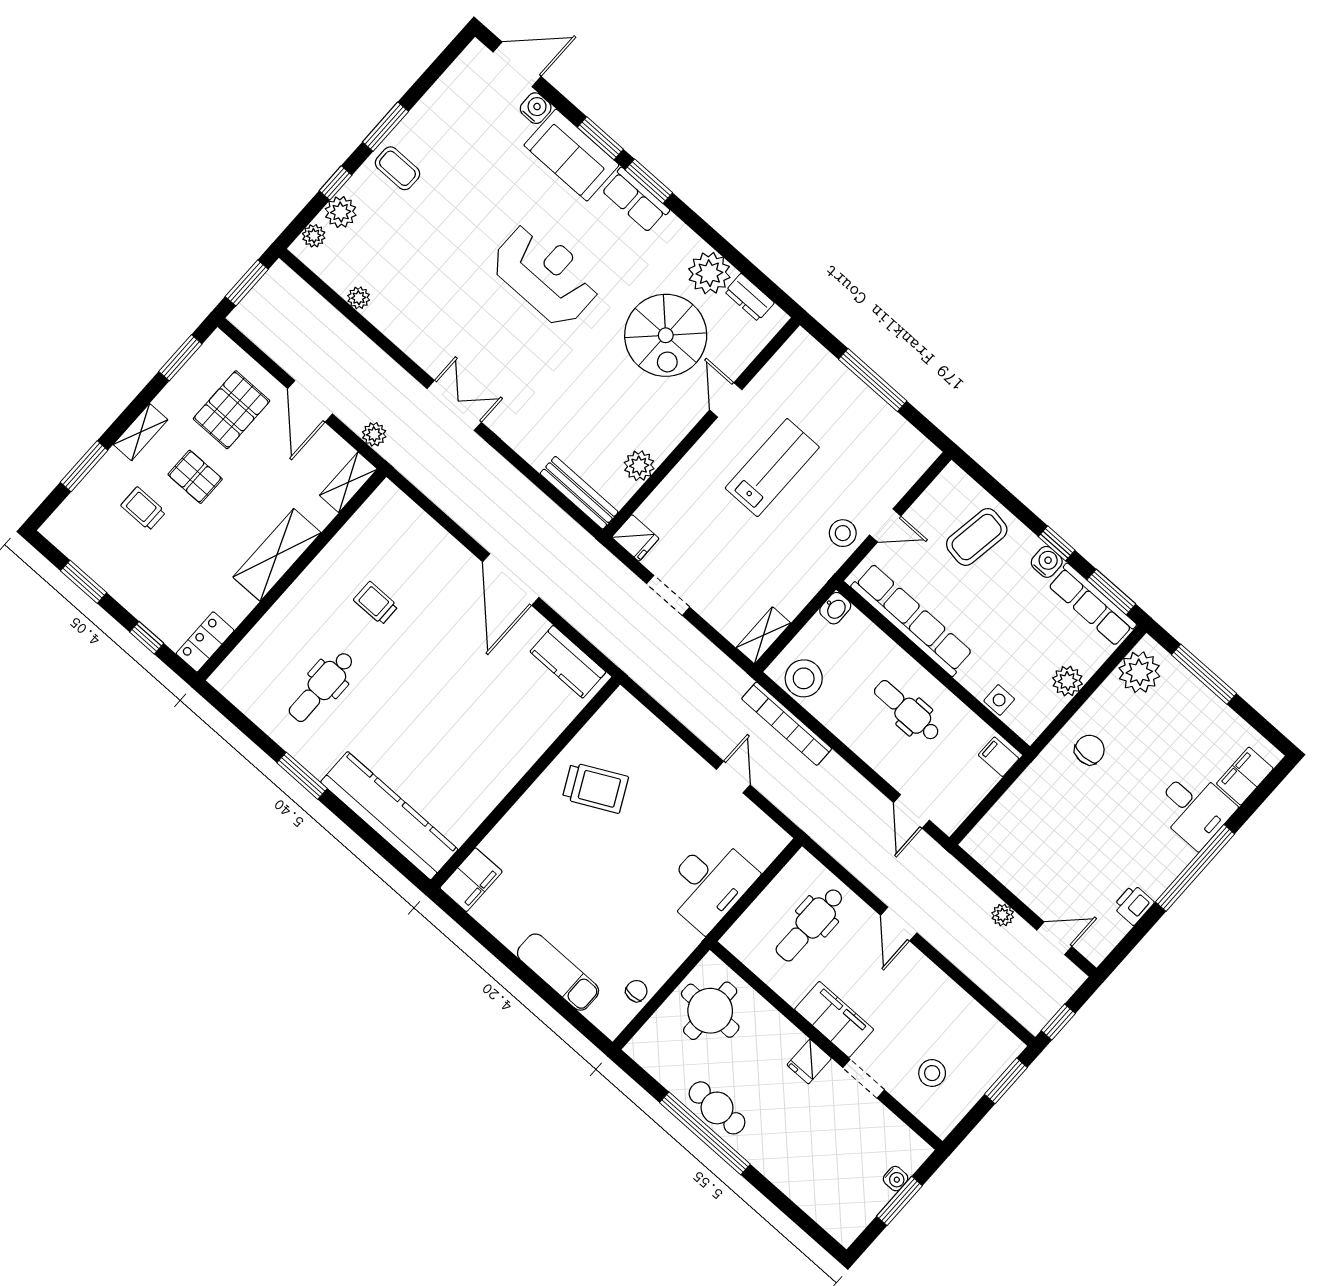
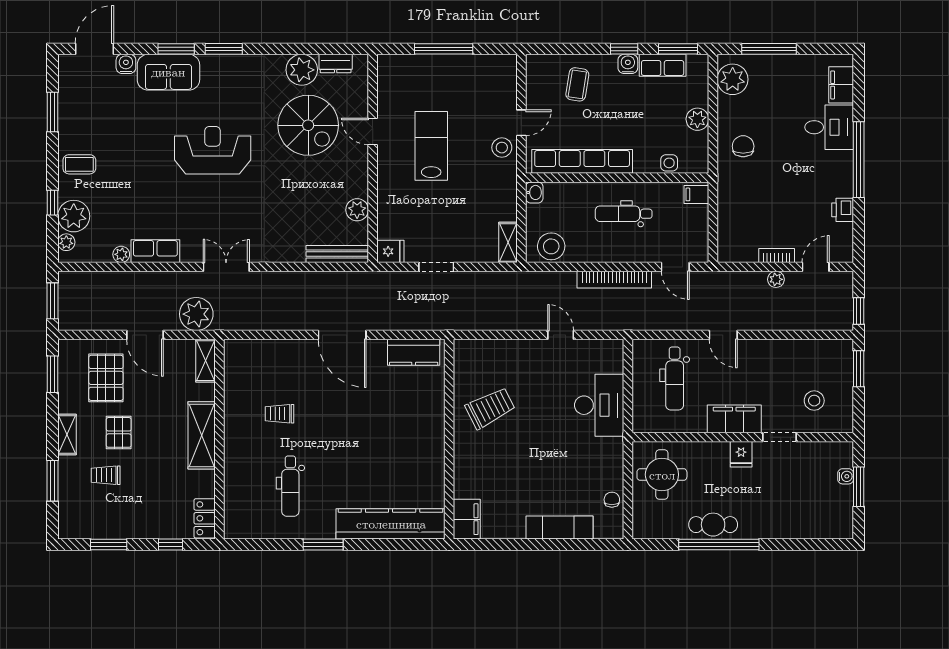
window: (385, 127) -> (52, 112), moved
row of seats: (635, 200) -> (155, 251), moved, turned 180
plant: (341, 212) -> (74, 216), width x1.36, depth x1.36
plant: (374, 434) -> (196, 314), width x1.88, depth x1.88
pallet: (195, 477) -> (119, 432), turned 90
coffee table: (977, 537) -> (577, 84), width x0.73, depth x0.77
row of seats: (1092, 605) -> (663, 65), width x0.68
bookcase: (787, 724) -> (614, 280), moved
bookcase: (1025, 891) -> (777, 256), added

